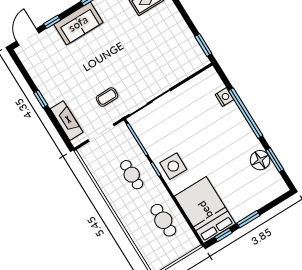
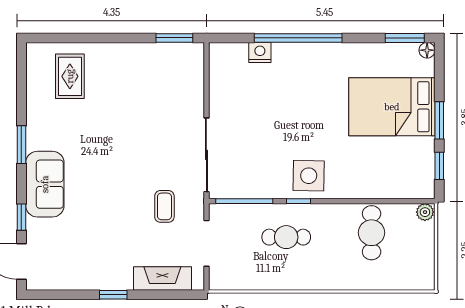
floor lamp: (260, 160) -> (427, 50), moved, width x0.53, depth x0.53
window: (275, 160) -> (405, 38), moved
bed: (205, 210) -> (392, 107), moved
cafe table: (163, 220) -> (372, 233), turned 90
plant: (193, 243) -> (425, 212), added

